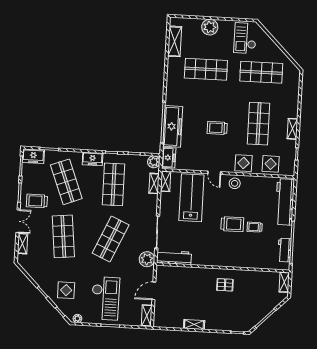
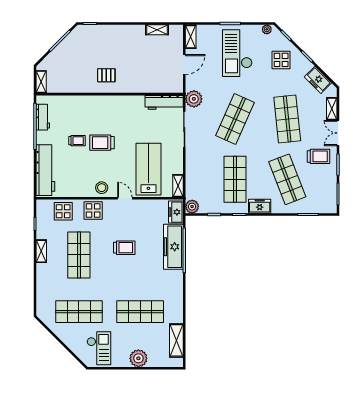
freezer: (33, 156) -> (318, 80), moved, turned -135
shelving: (154, 183) -> (190, 183), removed
lab bench: (191, 198) -> (148, 169), turned 180
shelving: (194, 324) -> (157, 30), moved

